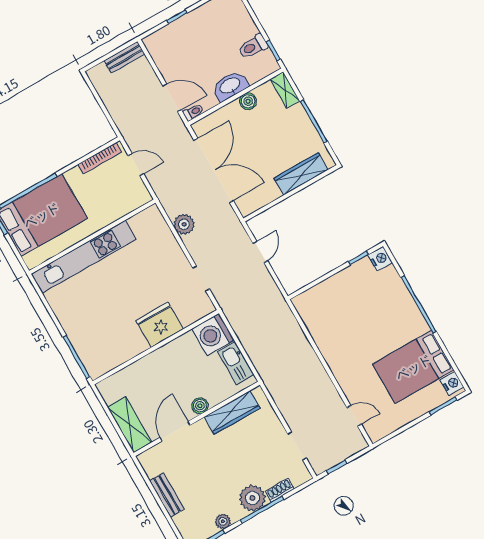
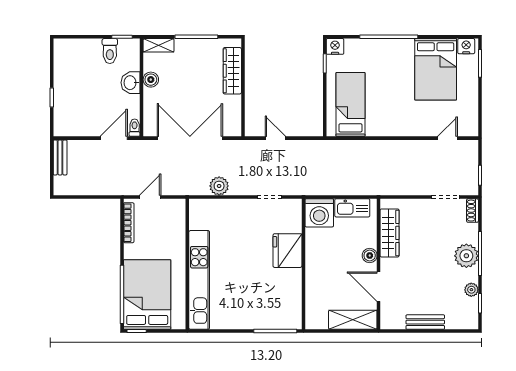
washbasin: (230, 86) -> (131, 83), width x0.72
bed: (333, 305) -> (350, 104), added
shoe rack: (280, 490) -> (473, 211), moved

